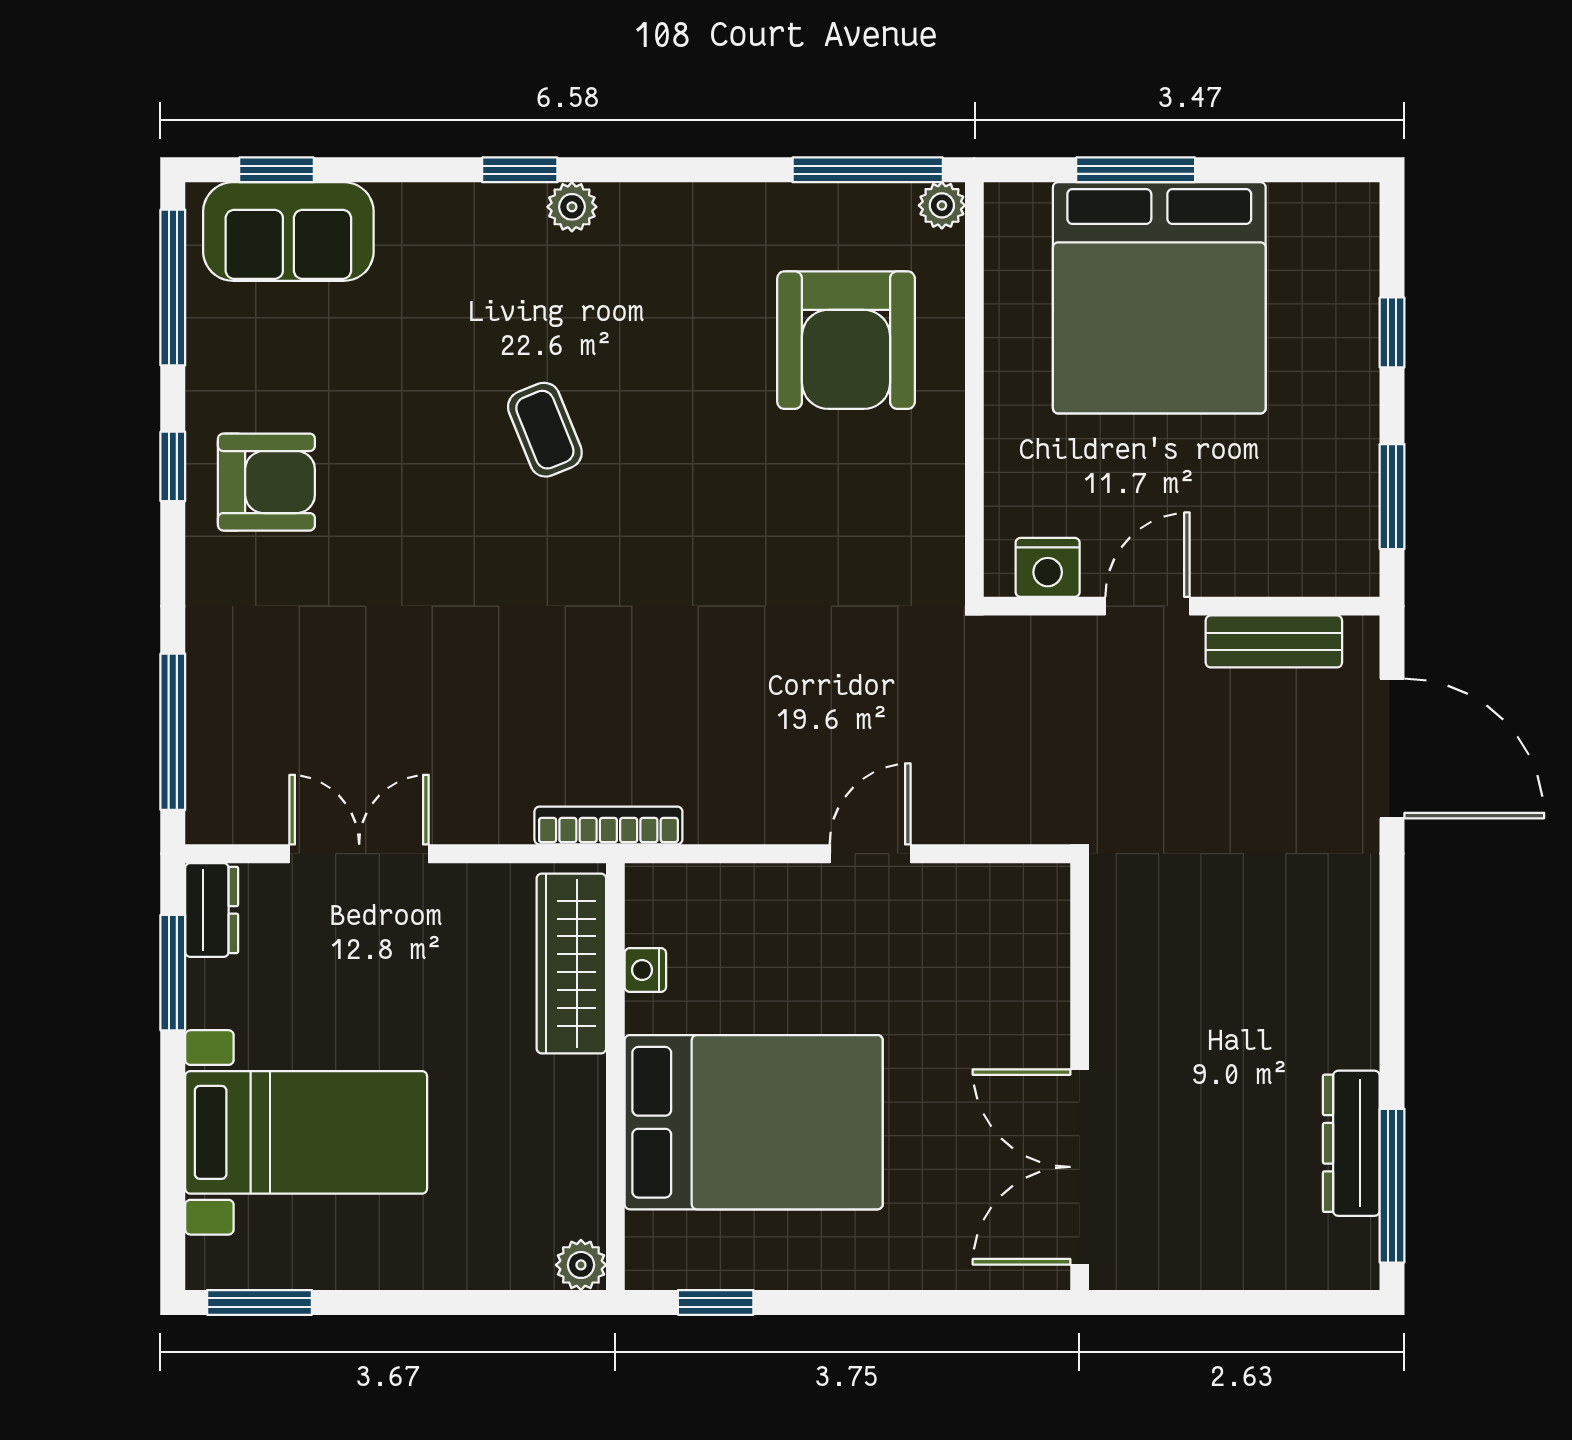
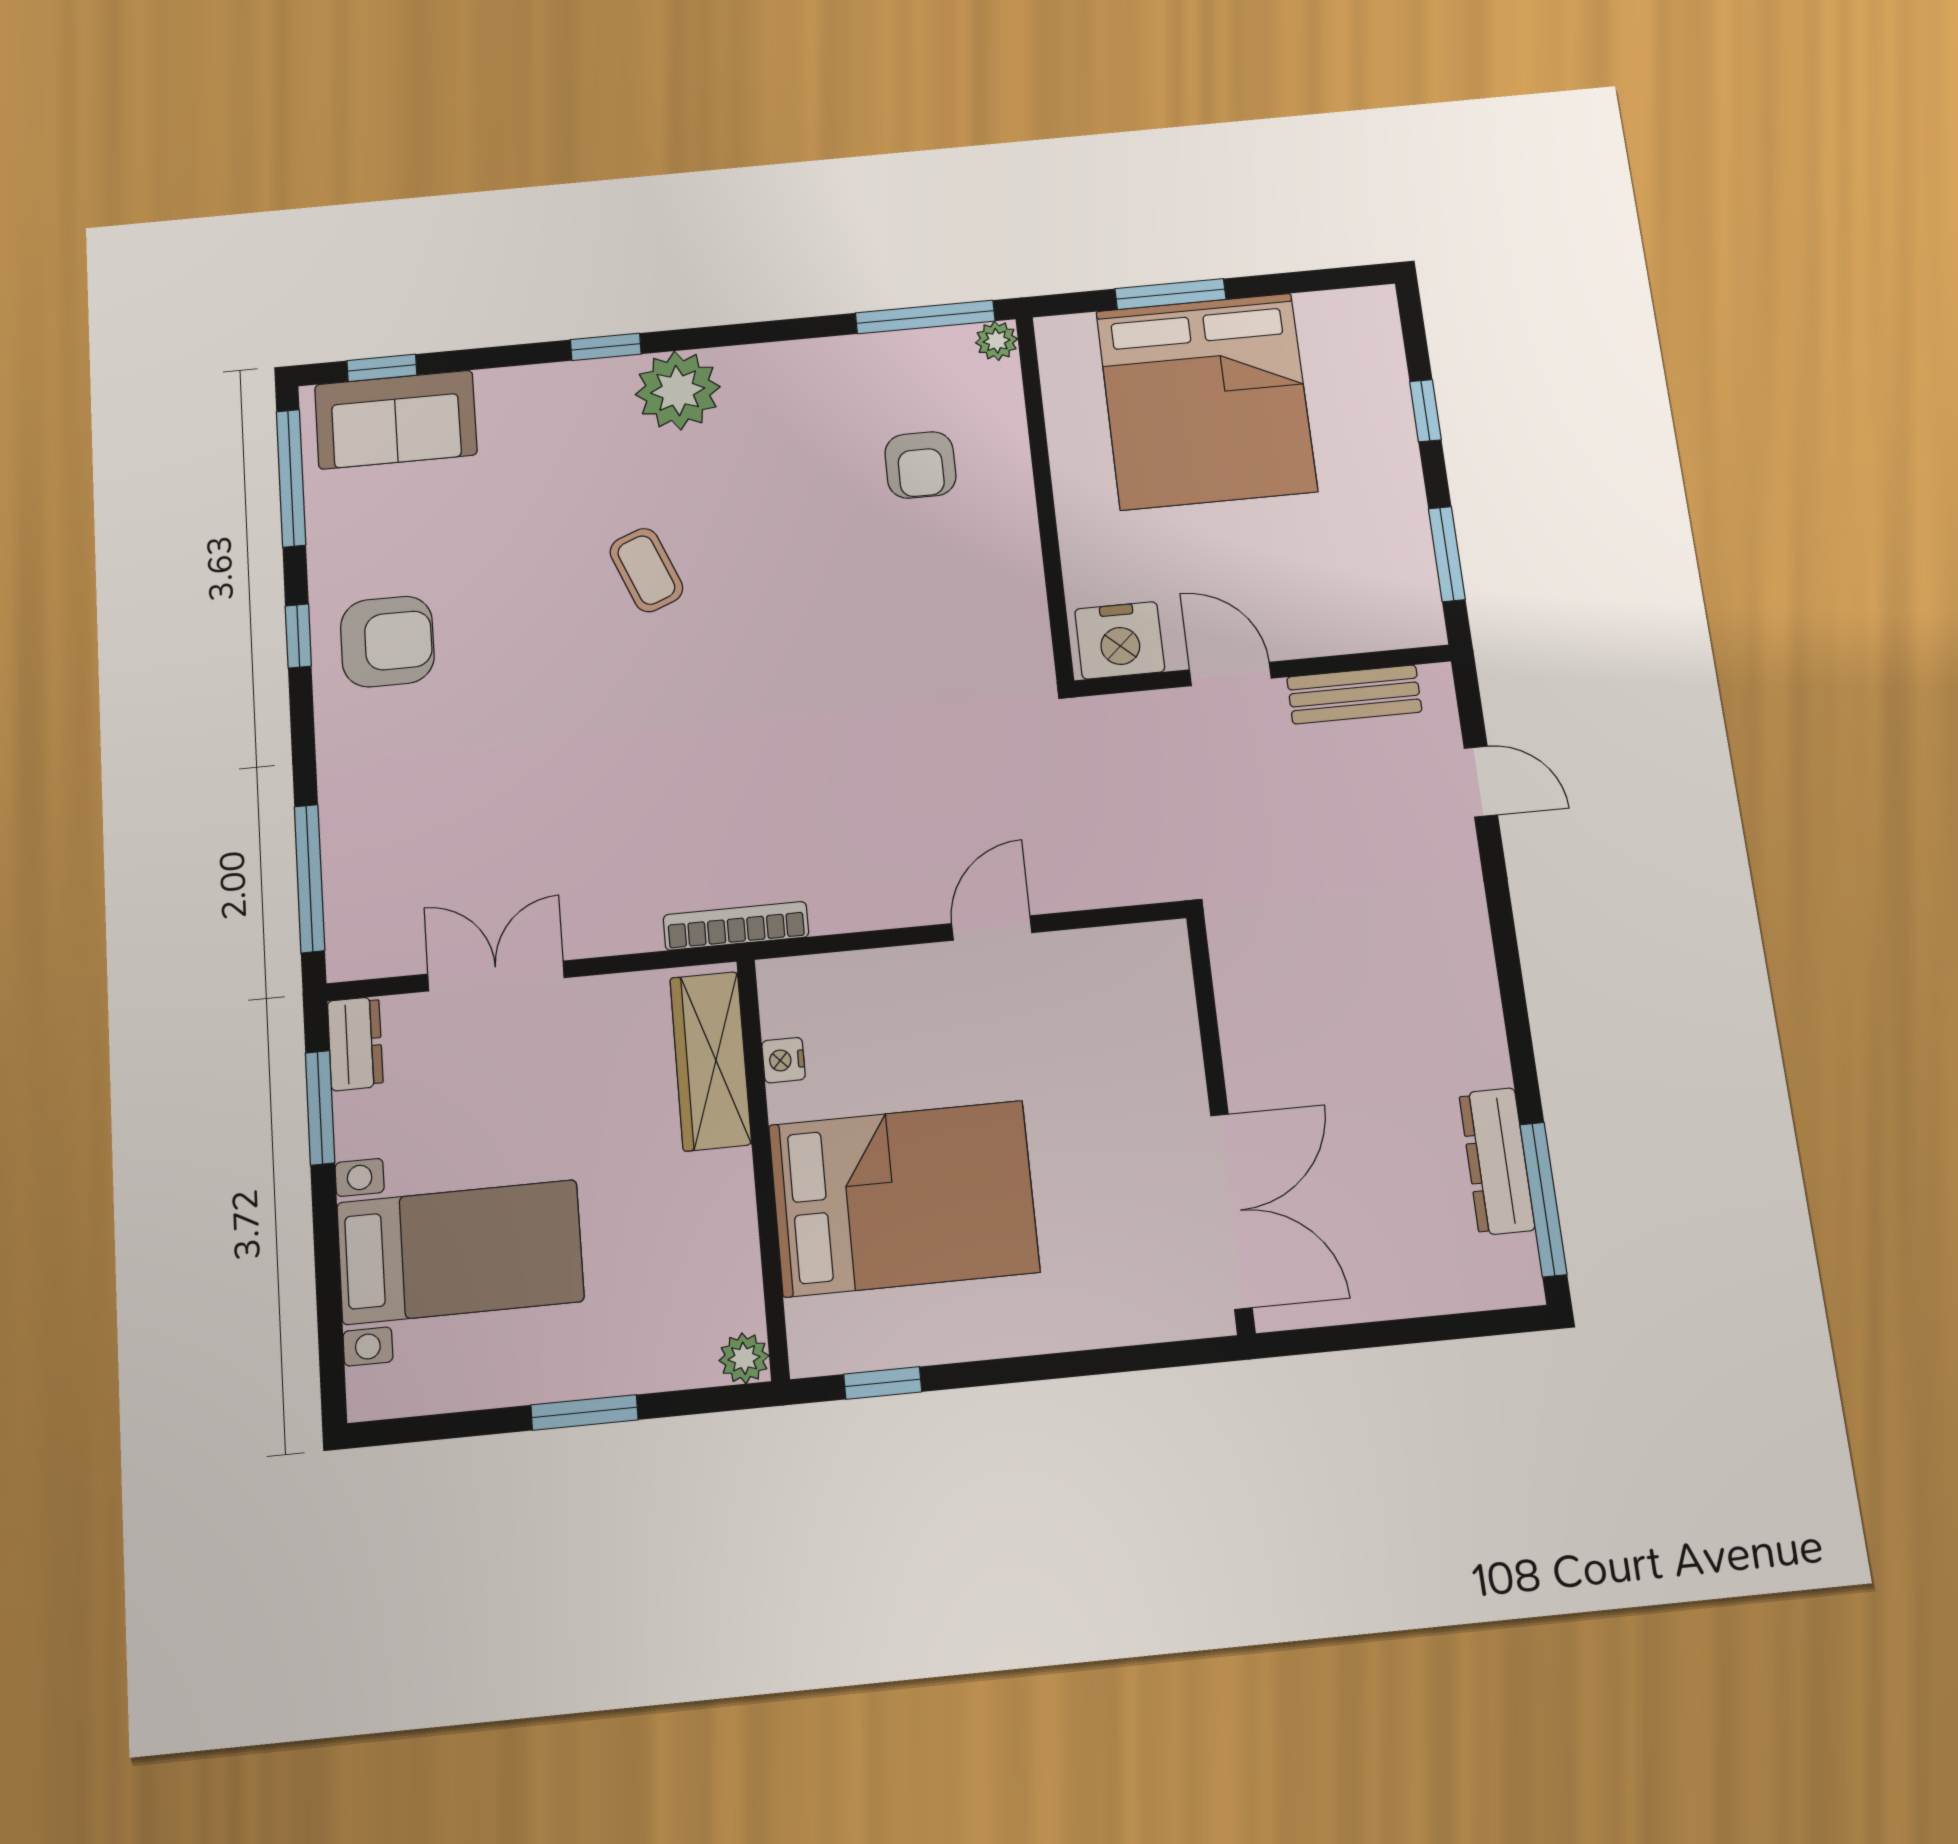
plant: (572, 207) -> (678, 391), width x1.88, depth x1.88
armchair: (846, 340) -> (920, 465), width x0.53, depth x0.53
nightstand: (1048, 567) -> (1120, 640), width x1.36, depth x1.33
door: (1148, 606) -> (1230, 674), hinge flipped
door: (1392, 749) -> (1481, 782), width x0.53
double door: (1080, 1167) -> (1231, 1211), swing flipped
window: (259, 1302) -> (585, 1412), moved

